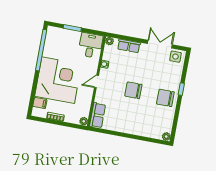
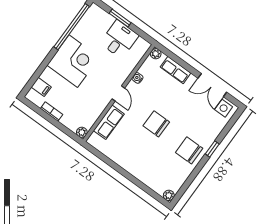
double door: (160, 44) -> (212, 85), swing flipped
desk: (91, 45) -> (119, 39), moved
corner desk: (58, 80) -> (73, 61), width x0.74, depth x0.74
door: (96, 82) -> (118, 93), swing flipped
row of seats: (98, 115) -> (109, 122), moved

